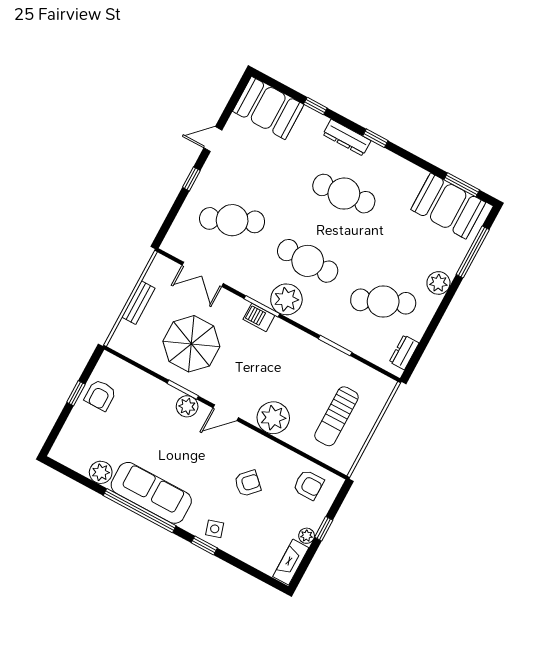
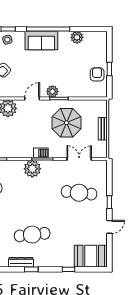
dresser: (347, 138) -> (21, 262), moved
cafe table: (232, 220) -> (79, 193), turned 30
cafe table: (308, 261) -> (32, 193), removed
sofa: (151, 493) -> (41, 41), width x0.73

